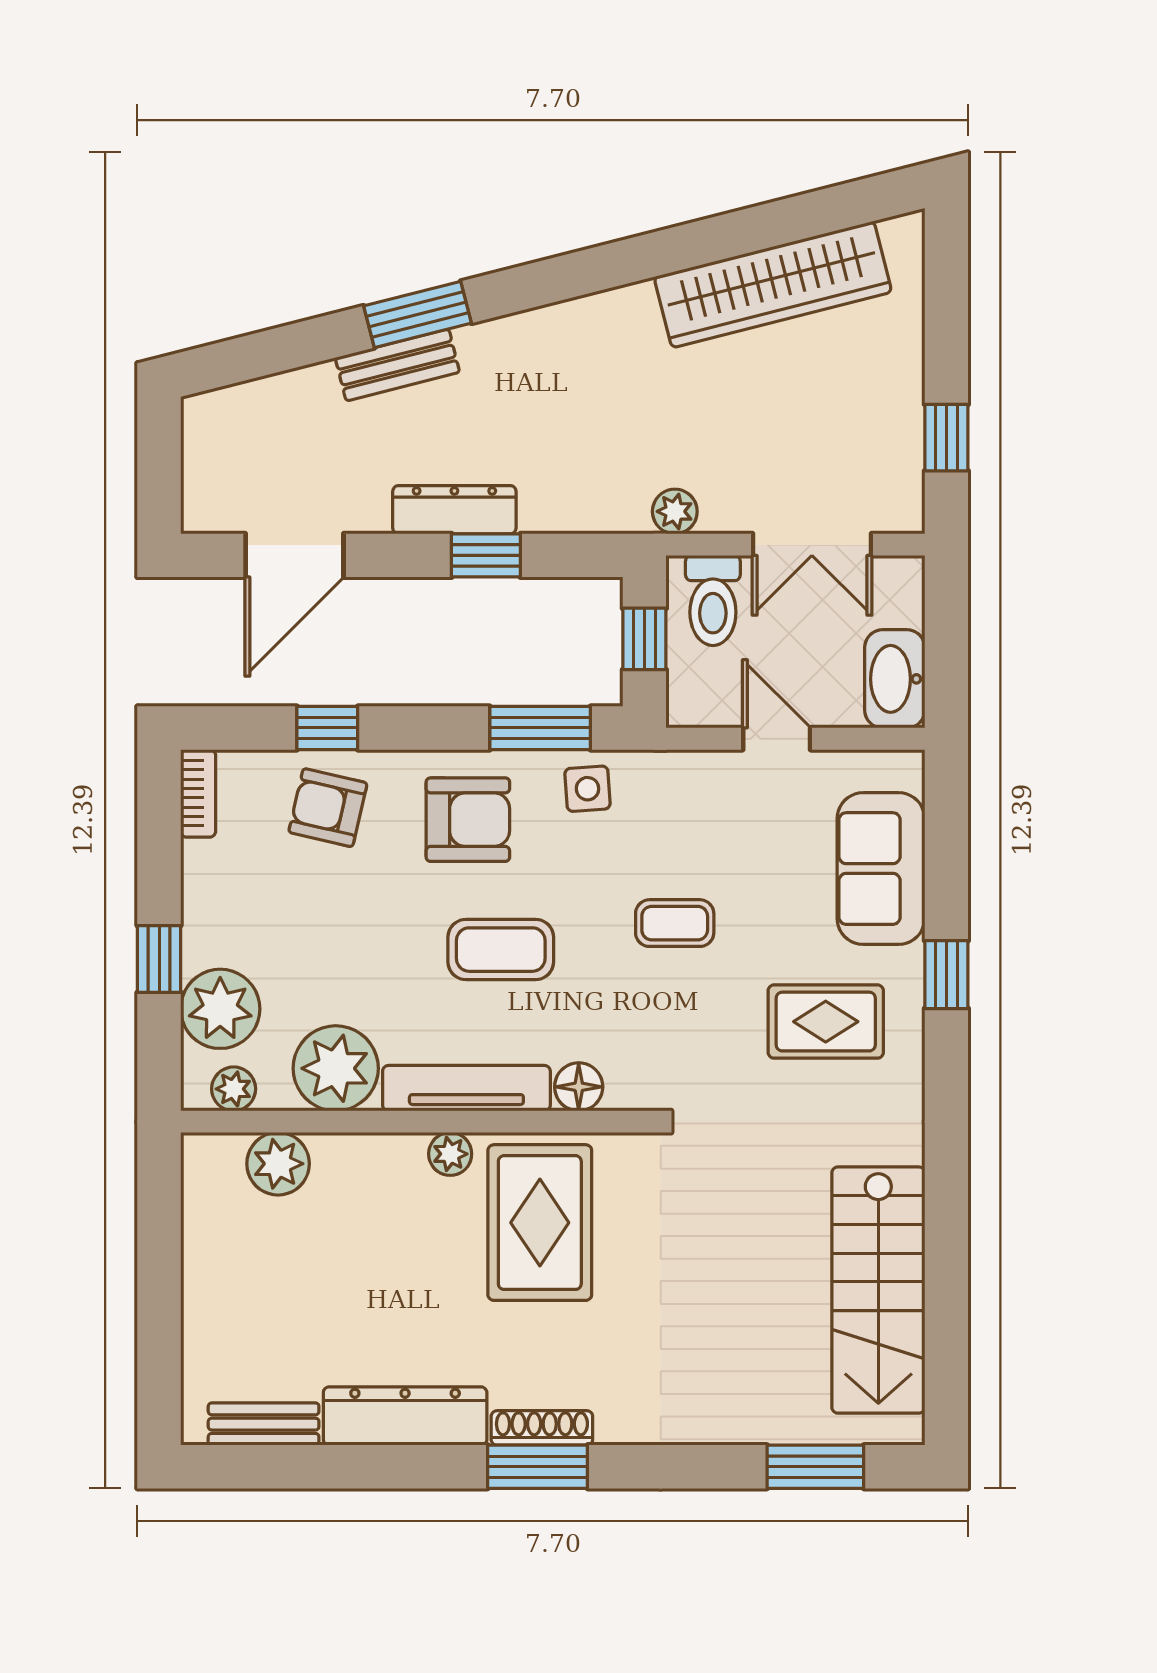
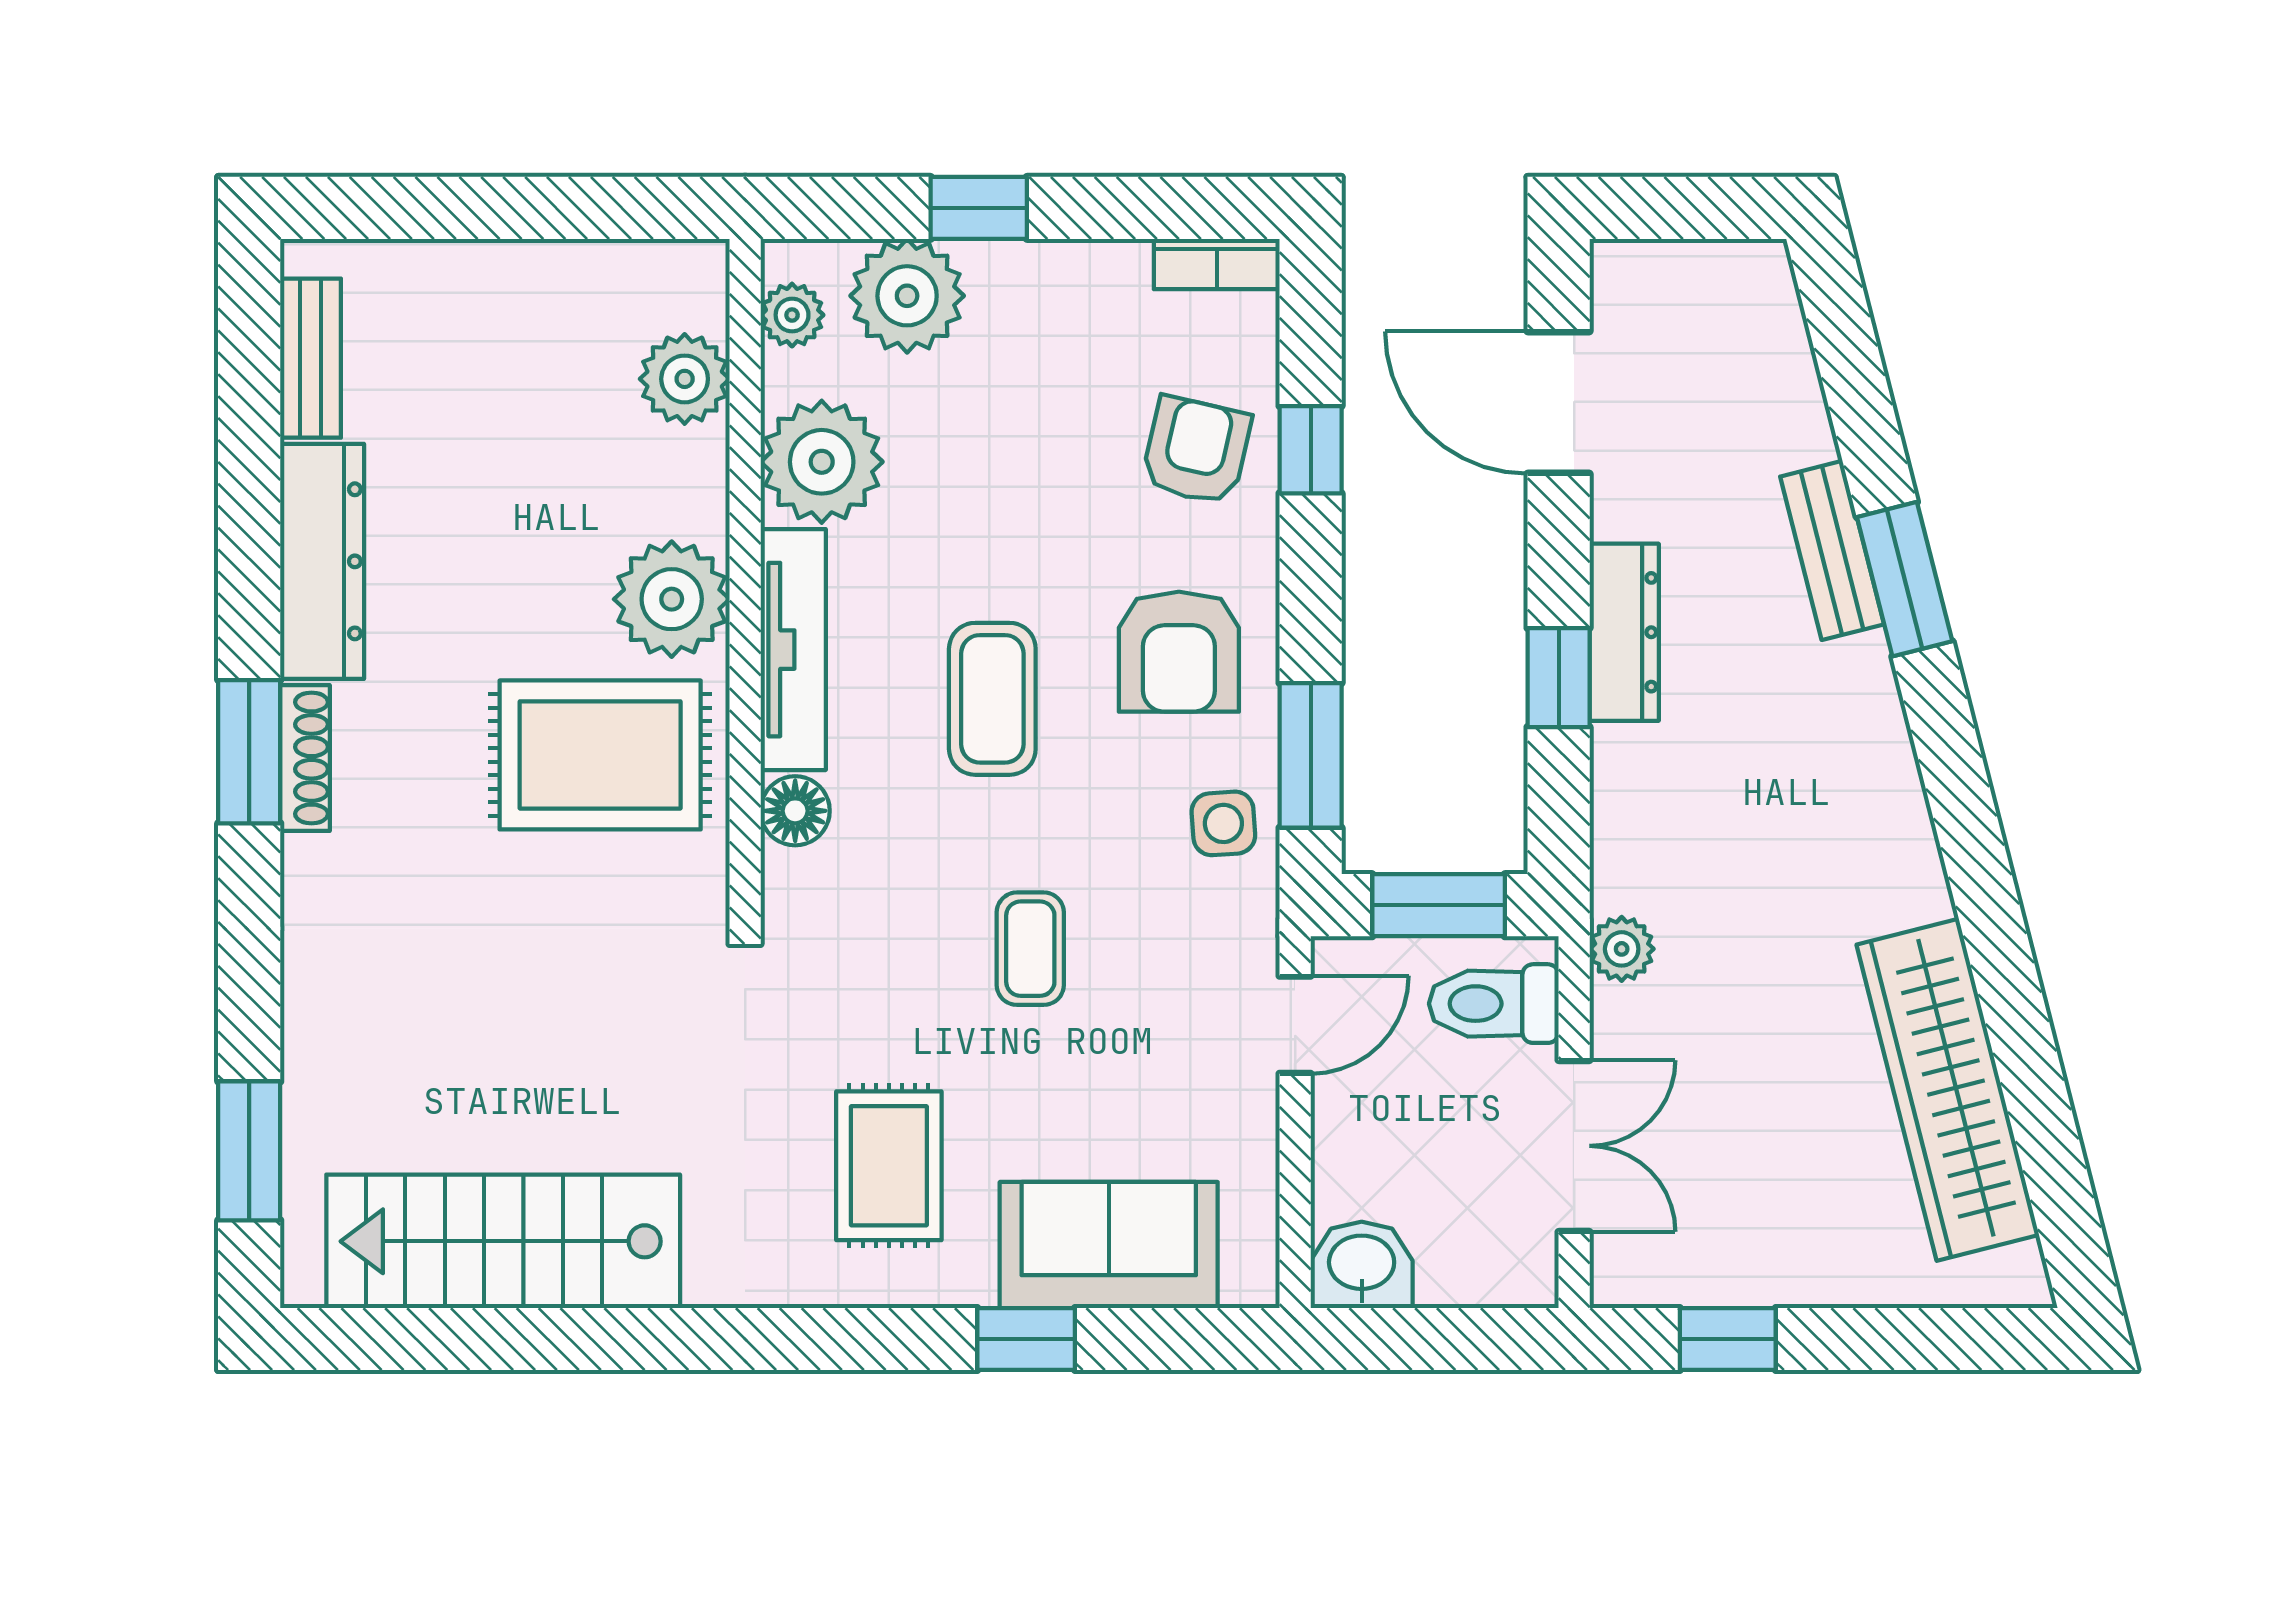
double door: (812, 545) -> (1574, 1146), swing flipped
window: (644, 639) -> (1439, 905), width x1.50
washbasin: (895, 679) -> (1362, 1265), width x0.72
door: (777, 739) -> (1295, 1025), moved
window: (946, 975) -> (1026, 1339), moved
plant: (450, 1154) -> (672, 599), width x1.87, depth x1.87

